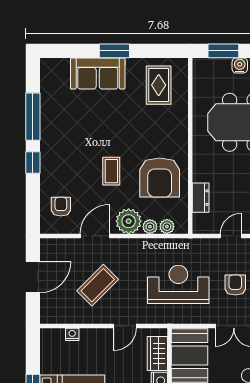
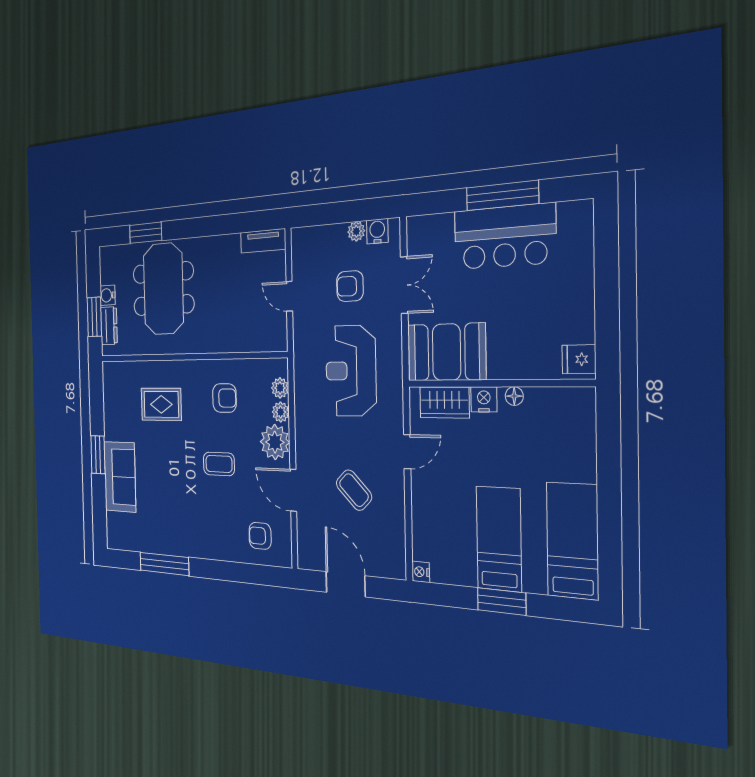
rug: (159, 85) -> (161, 404), moved
window: (33, 163) -> (212, 569), removed
armchair: (160, 178) -> (224, 398), width x0.53, depth x0.53
dresser: (201, 198) -> (109, 326), moved, turned 90
coffee table: (98, 285) -> (354, 490), width x0.73, depth x0.77
door: (125, 326) -> (407, 452), hinge flipped
nightstand: (72, 334) -> (421, 572), moved

